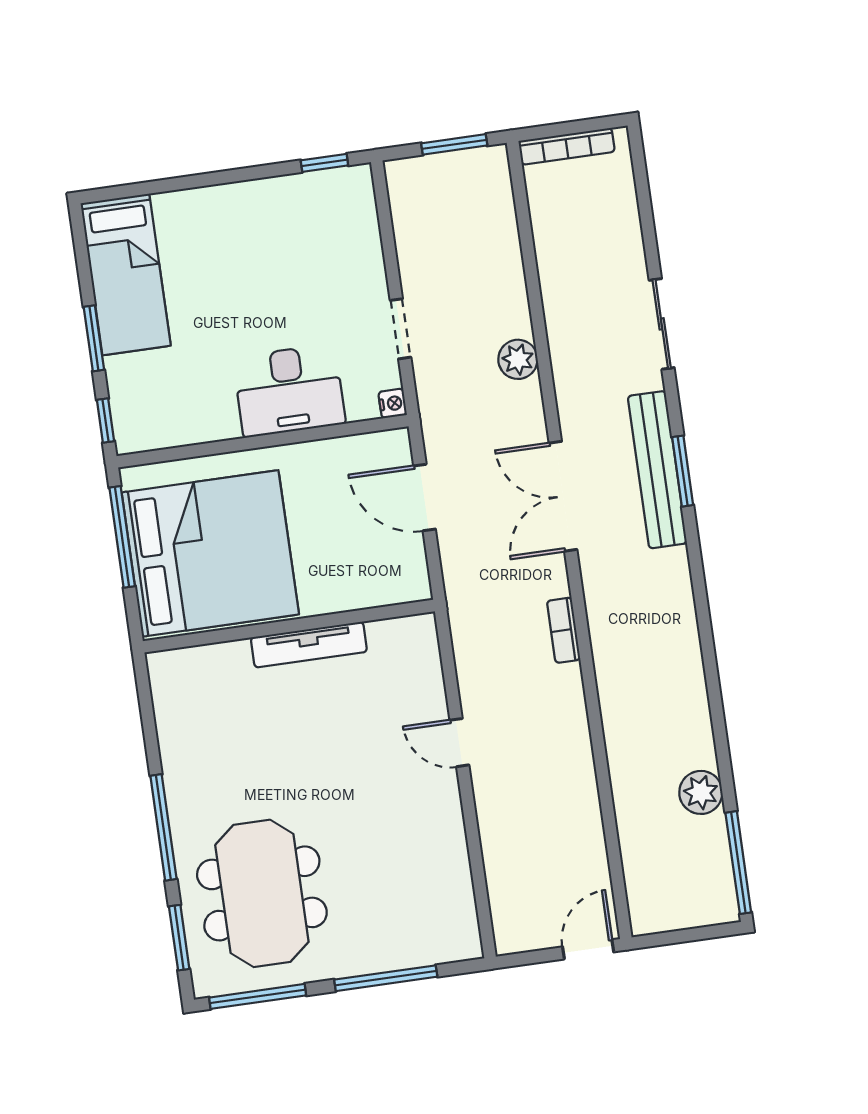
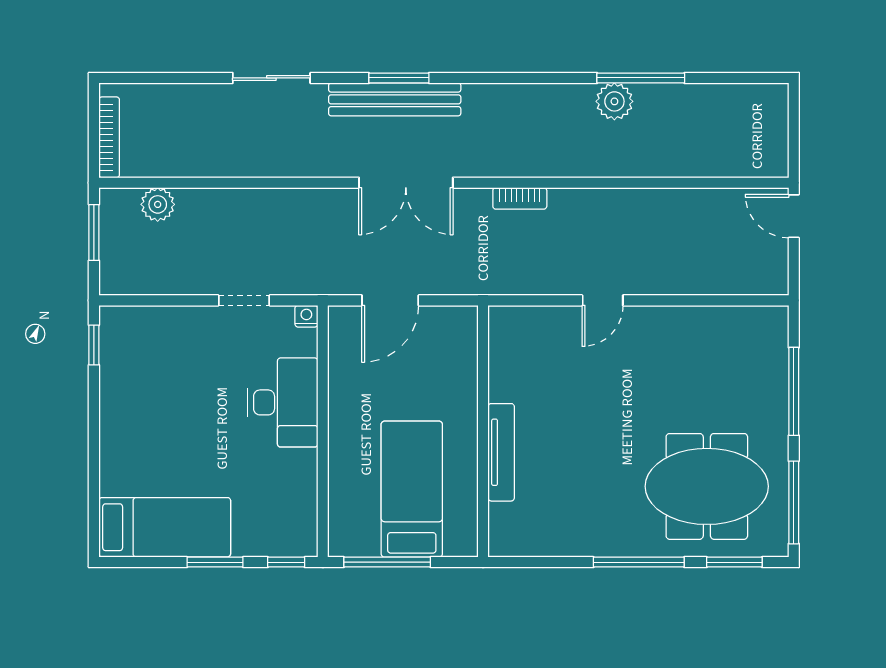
plant: (518, 359) -> (158, 204), moved
bed: (210, 553) -> (412, 489), width x0.49
tv unit: (309, 645) -> (501, 452), moved
plant: (701, 792) -> (614, 101), moved
window: (738, 863) -> (641, 78), moved

